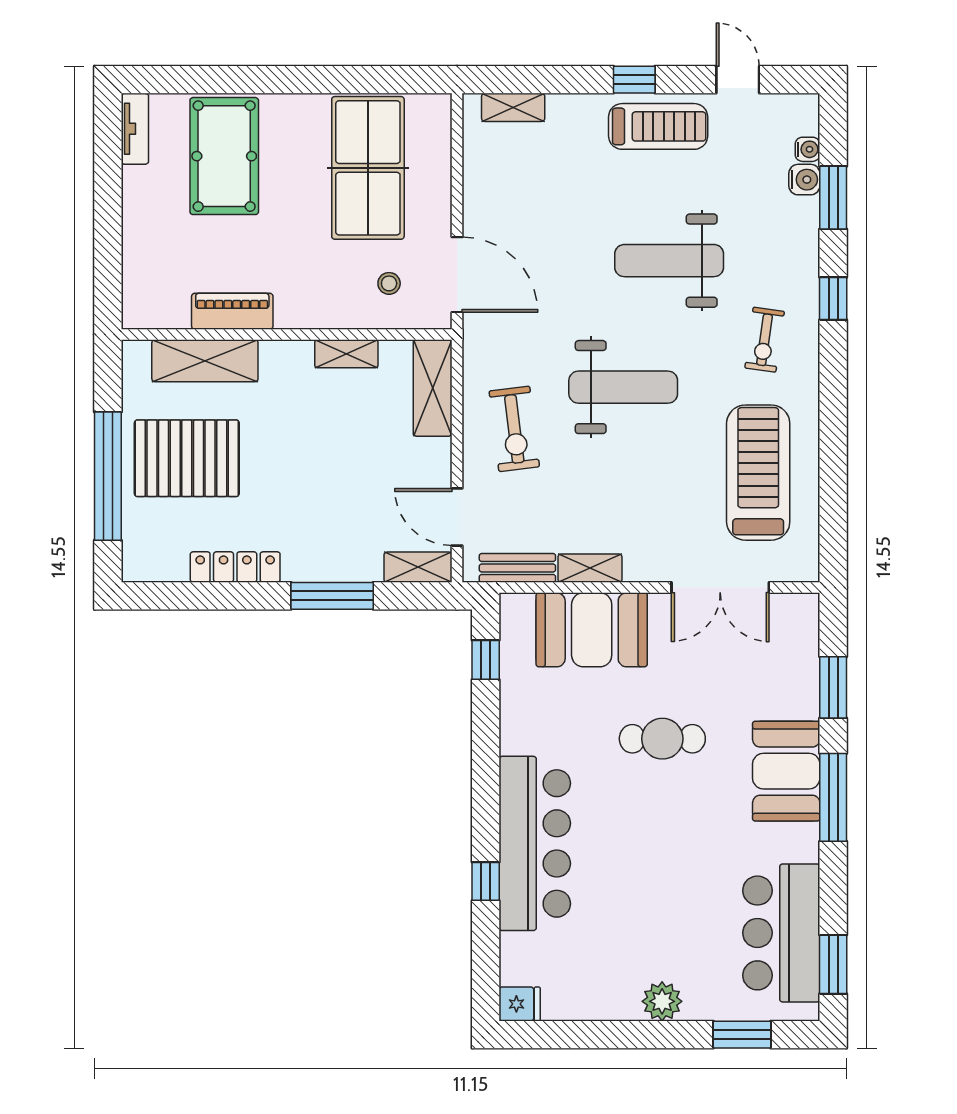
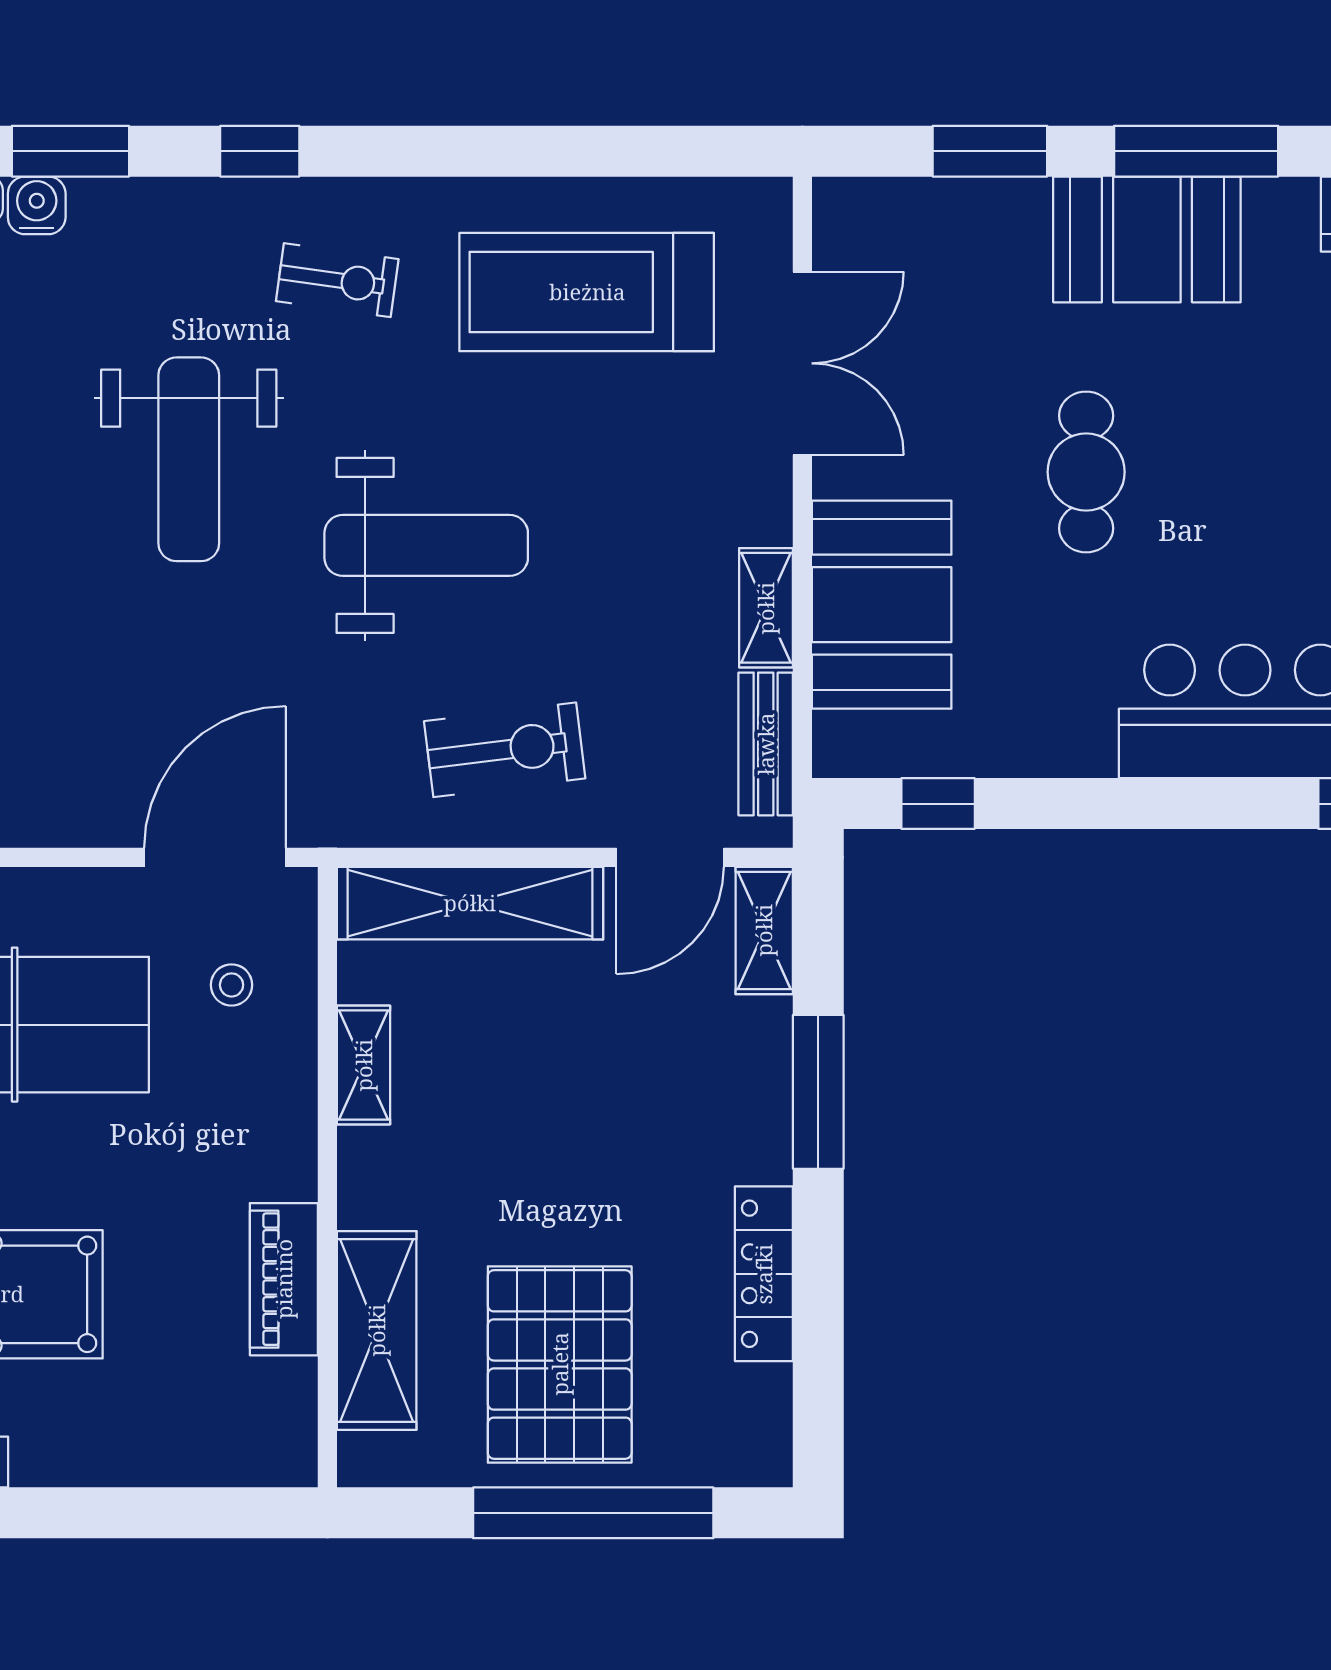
weight bench: (623, 387) -> (426, 545), turned 90
shelving: (433, 388) -> (470, 903), width x1.47

